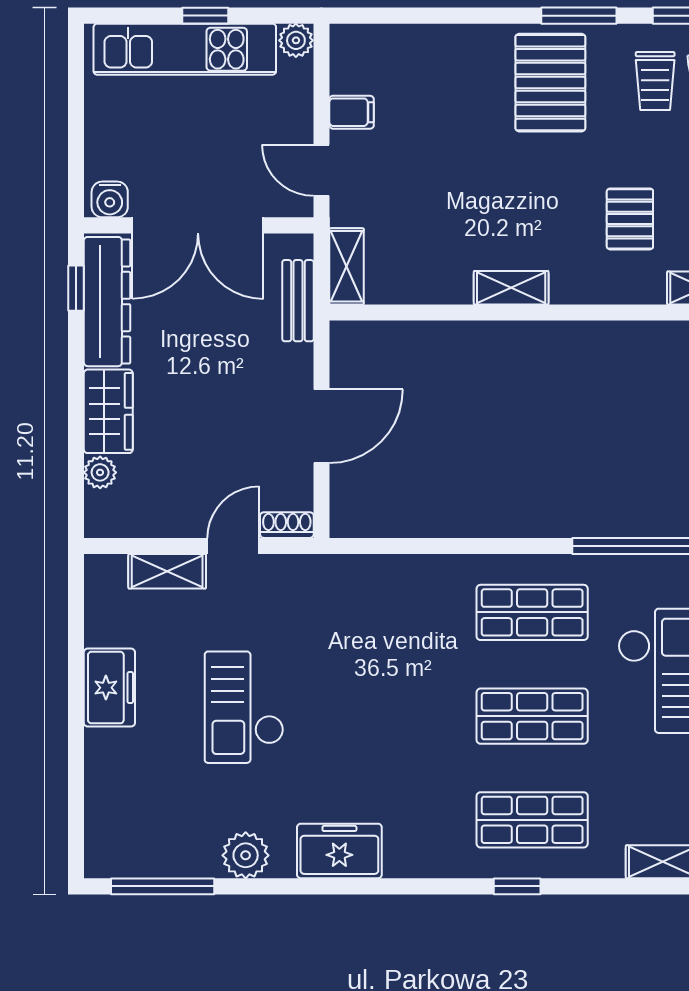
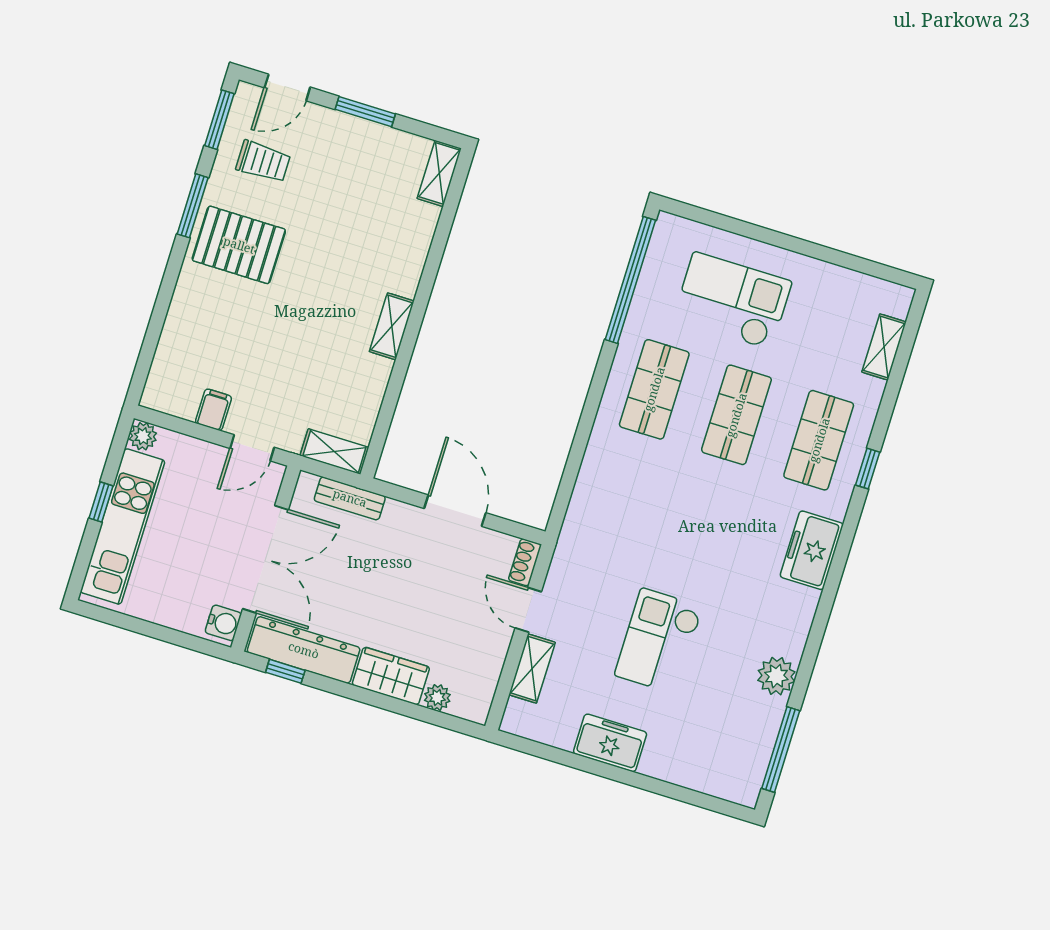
pallet: (630, 219) -> (366, 215), removed
checkout: (244, 707) -> (659, 641), turned 90
freezer: (339, 851) -> (812, 550), moved

